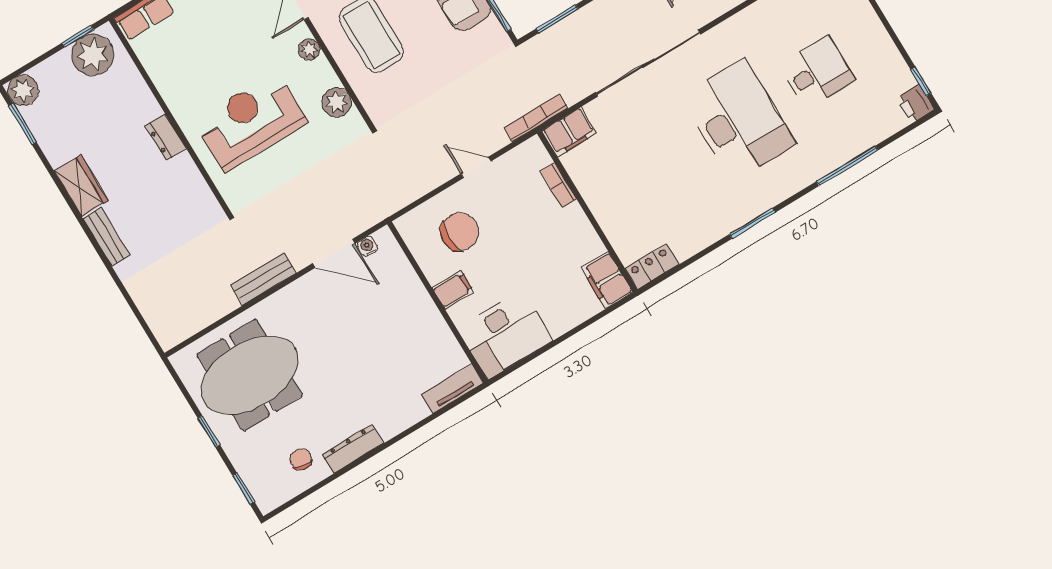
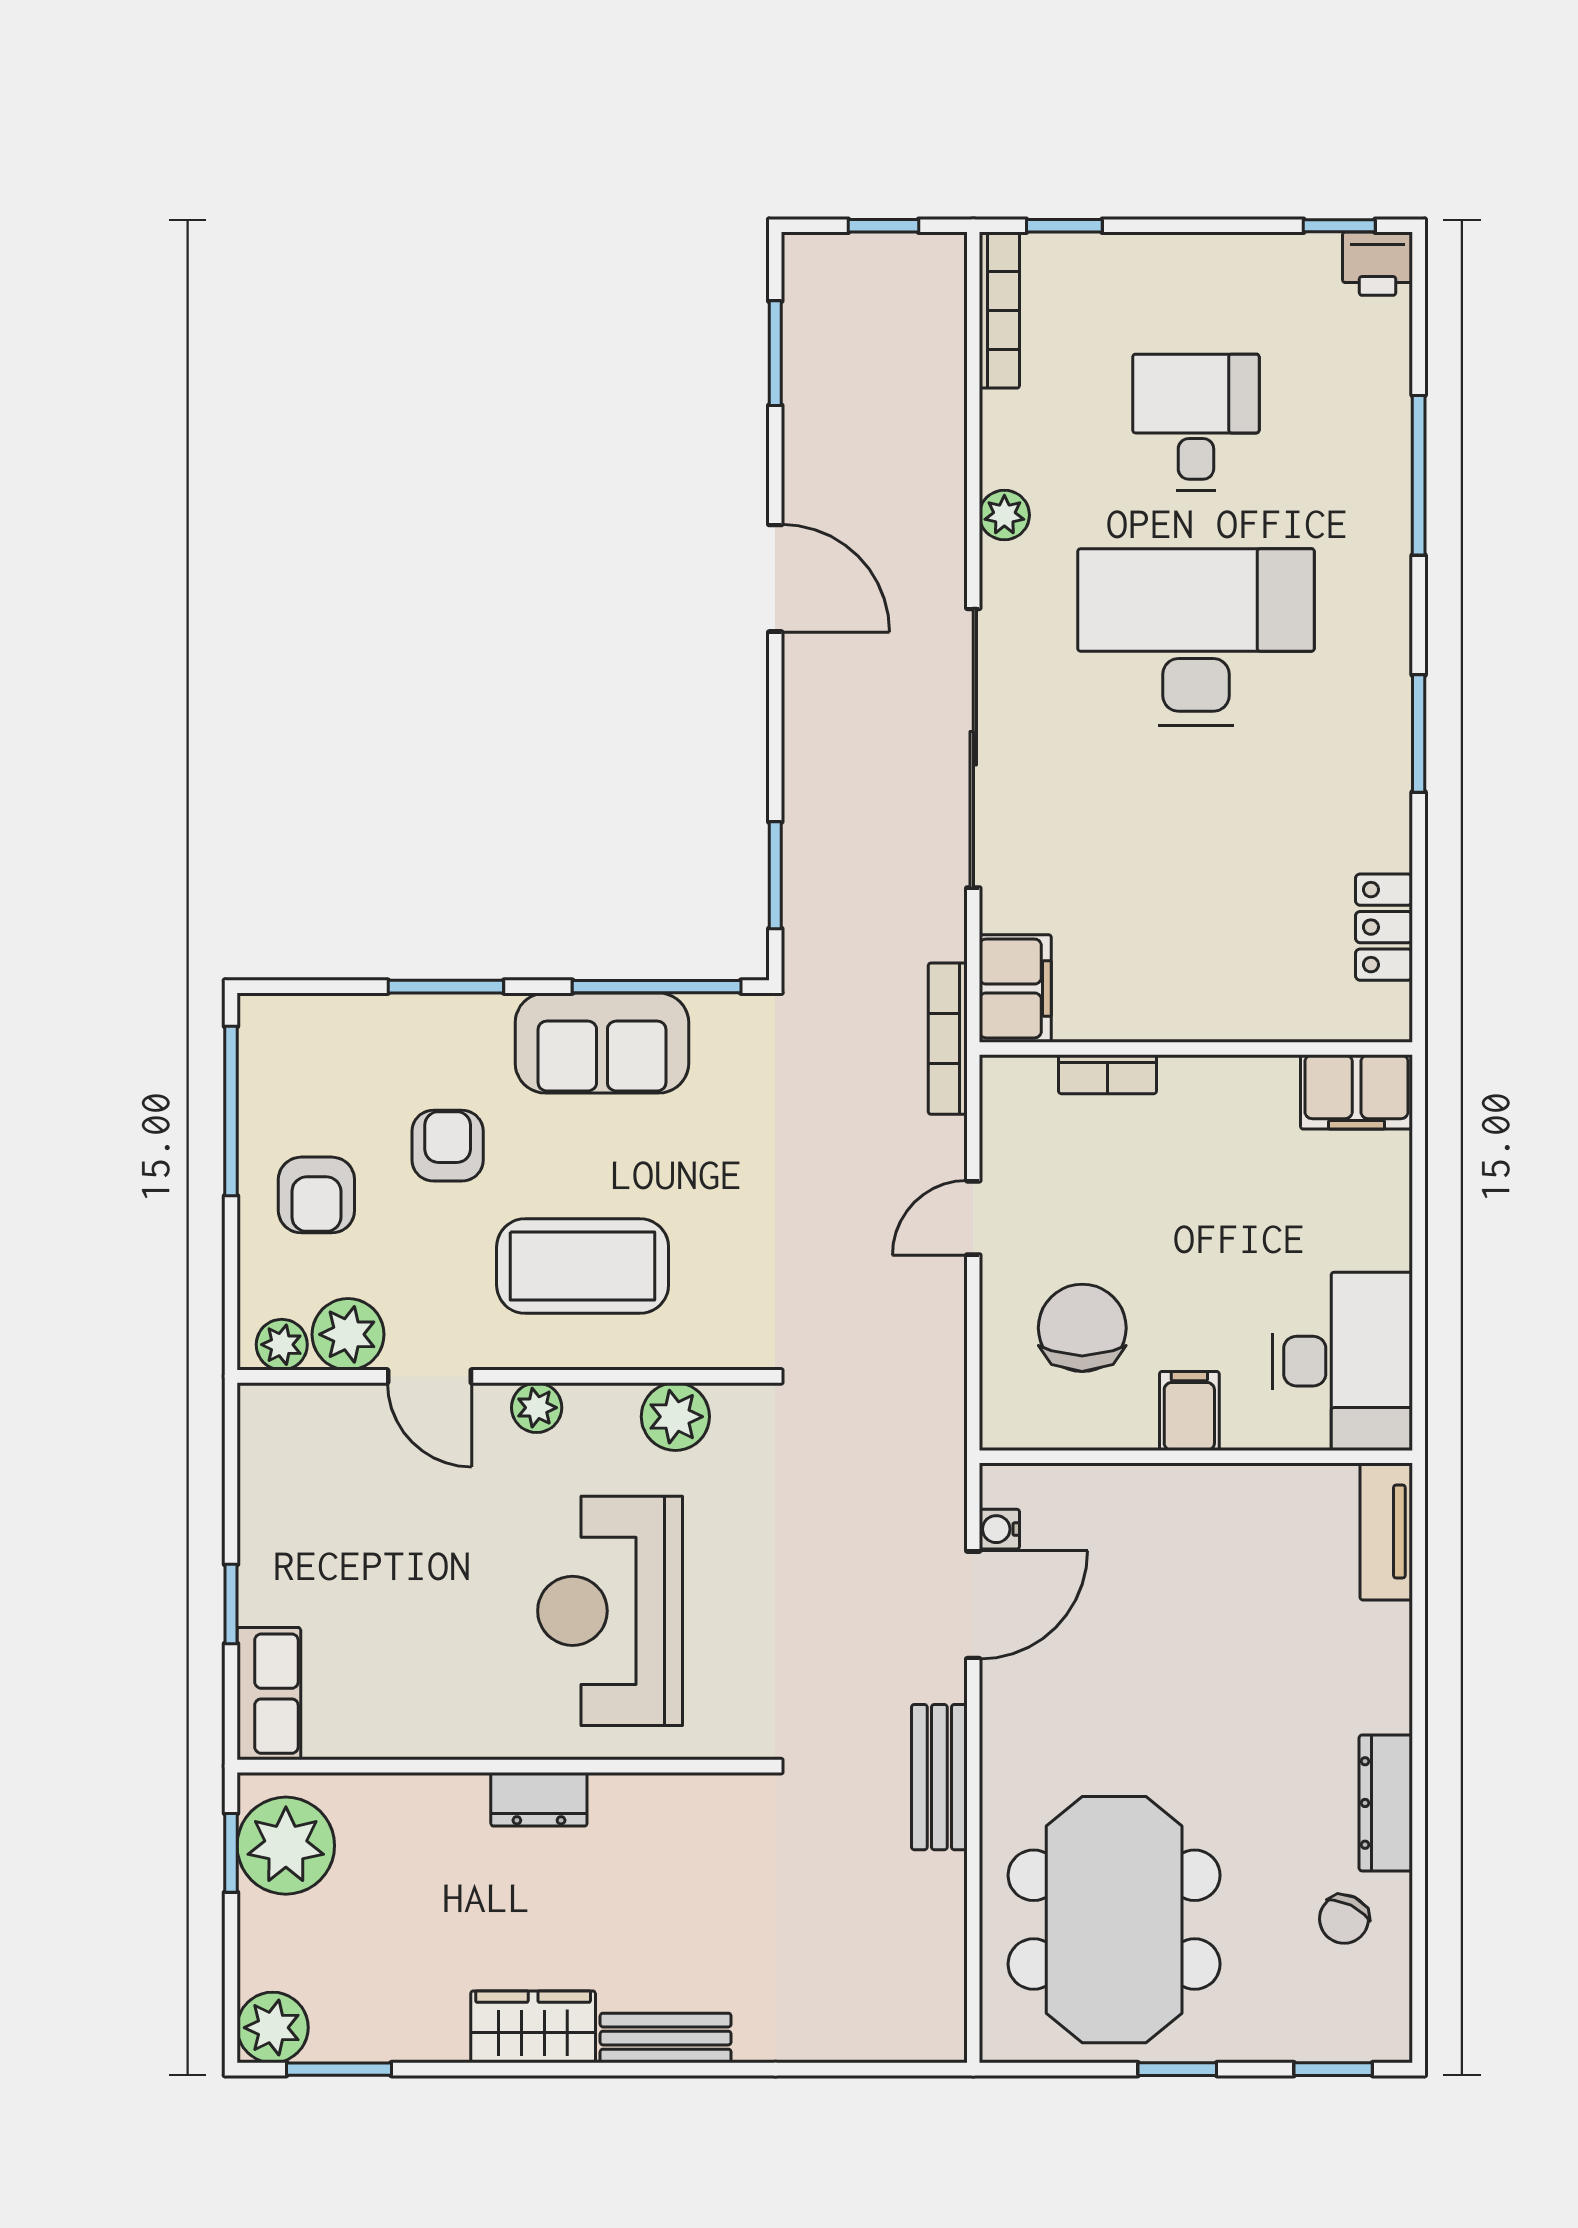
plant: (740, 23) -> (1004, 515), added
locker: (652, 267) -> (1384, 927), moved
chair: (301, 459) -> (1344, 1919), turned -75

